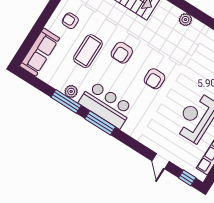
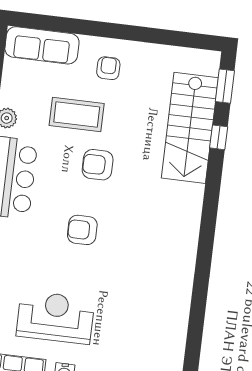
plant: (185, 20) -> (189, 234), removed

